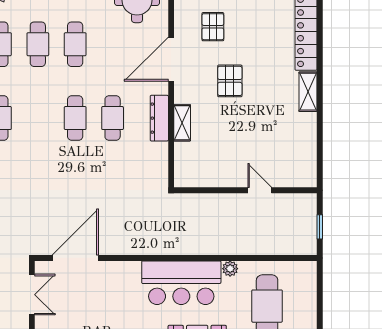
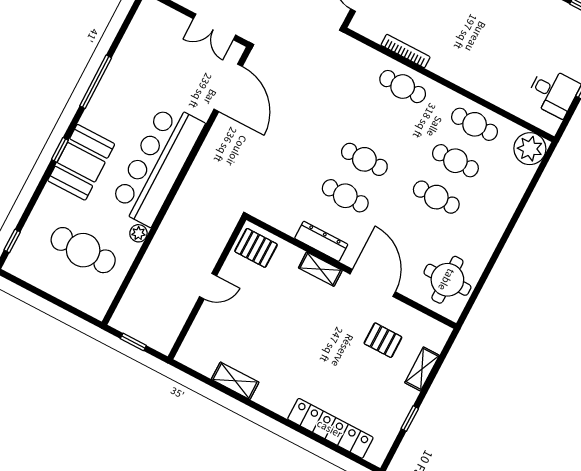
pallet: (230, 81) -> (256, 248), moved
shelving: (308, 92) -> (235, 381), moved
shelving: (182, 123) -> (320, 269), moved
door: (260, 190) -> (208, 286), moved
bar counter: (181, 283) -> (157, 165), width x1.36

